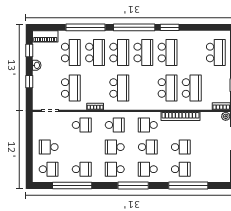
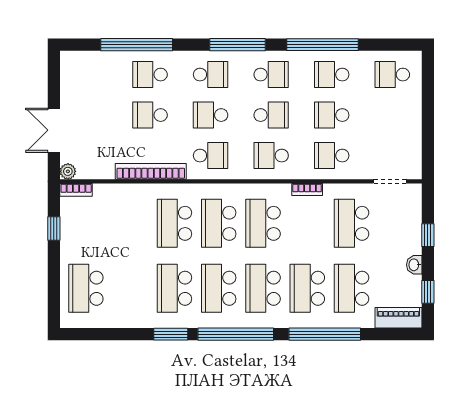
school desk: (192, 88) -> (219, 223), moved
school desk: (49, 147) -> (332, 115), moved, turned 180
window: (72, 185) -> (323, 45), moved

